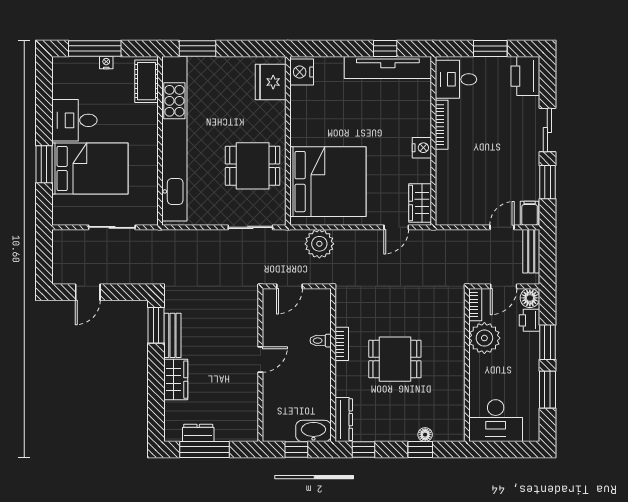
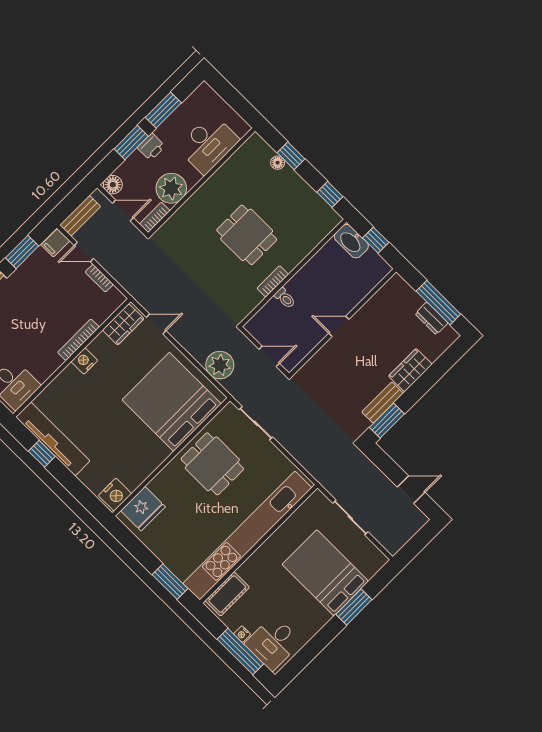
desk: (74, 120) -> (273, 643), moved, turned 90
bookcase: (442, 125) -> (78, 340), moved
bookcase: (472, 219) -> (99, 278), added
printer: (529, 320) -> (151, 147), moved
dresser: (344, 420) -> (323, 228), removed
desk: (496, 421) -> (208, 144), moved, turned 90

